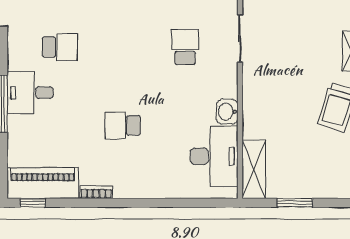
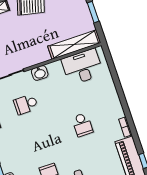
washbasin: (227, 112) -> (40, 73), moved
shelving: (254, 169) -> (74, 44), width x1.47

